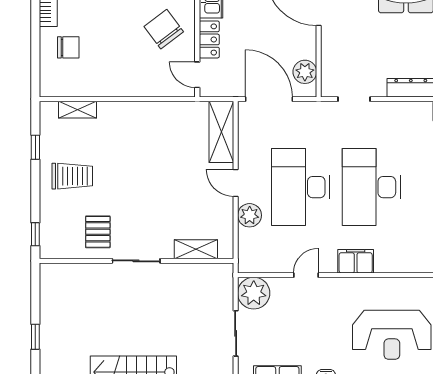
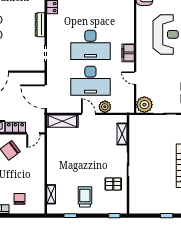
plant: (305, 72) -> (32, 79), removed
door: (269, 99) -> (46, 97), hinge flipped
door: (236, 183) -> (88, 114), swing flipped

